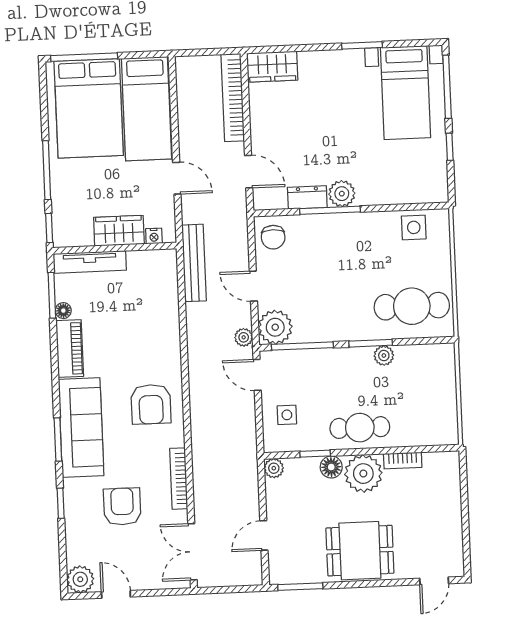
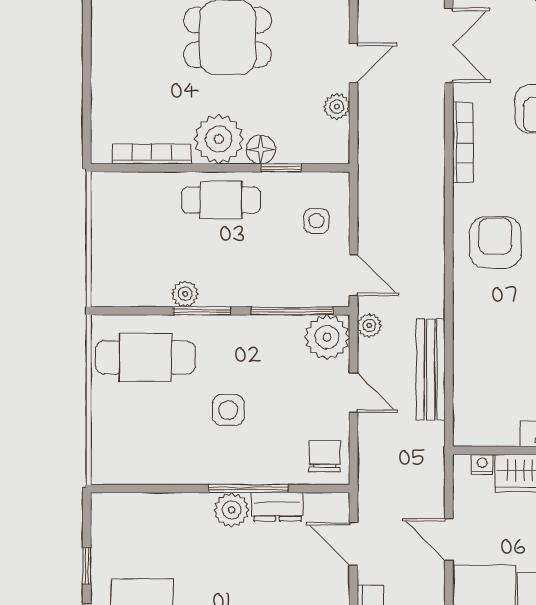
side table: (414, 227) -> (228, 410), moved
bench: (194, 263) -> (431, 370), moved
bookcase: (403, 461) -> (152, 154), width x1.56
plant: (274, 468) -> (337, 107), moved

